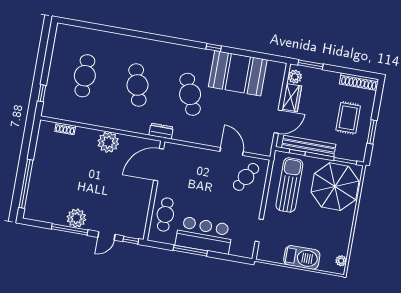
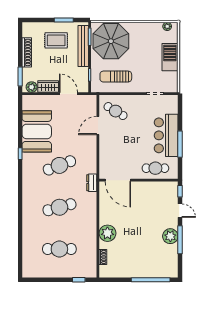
shoe rack: (359, 82) -> (27, 52), moved
plant: (108, 142) -> (107, 233), moved
bench: (309, 146) -> (83, 46), moved
sun lounger: (289, 185) -> (116, 77), width x0.73, depth x0.75

